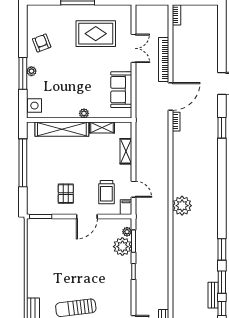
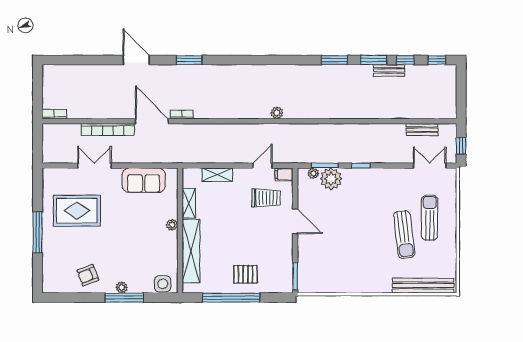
rug: (96, 34) -> (77, 211), turned 90
pallet: (66, 194) -> (245, 274), moved
plant: (182, 206) -> (277, 113), width x0.53, depth x0.53

